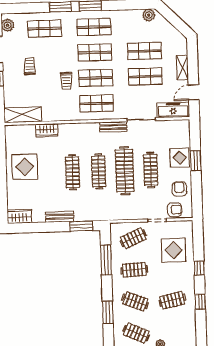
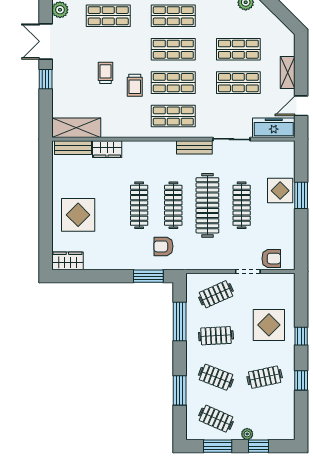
trolley: (30, 66) -> (106, 73), moved
display table: (25, 167) -> (78, 215), moved
armchair: (179, 189) -> (163, 246), moved, turned -90
bench: (60, 217) -> (73, 148), moved
display table: (174, 250) -> (269, 325), moved

